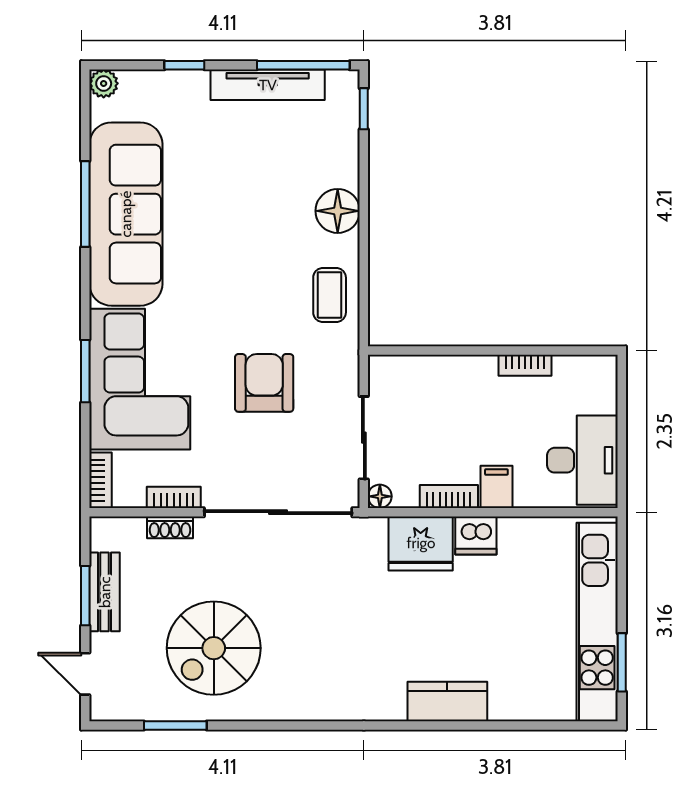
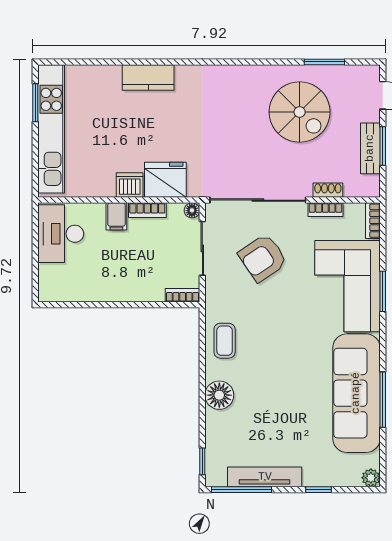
bookcase: (525, 365) -> (183, 295), moved
armchair: (264, 383) -> (263, 258), moved, turned 56
spiral stairs: (214, 648) -> (300, 112), turned 90

